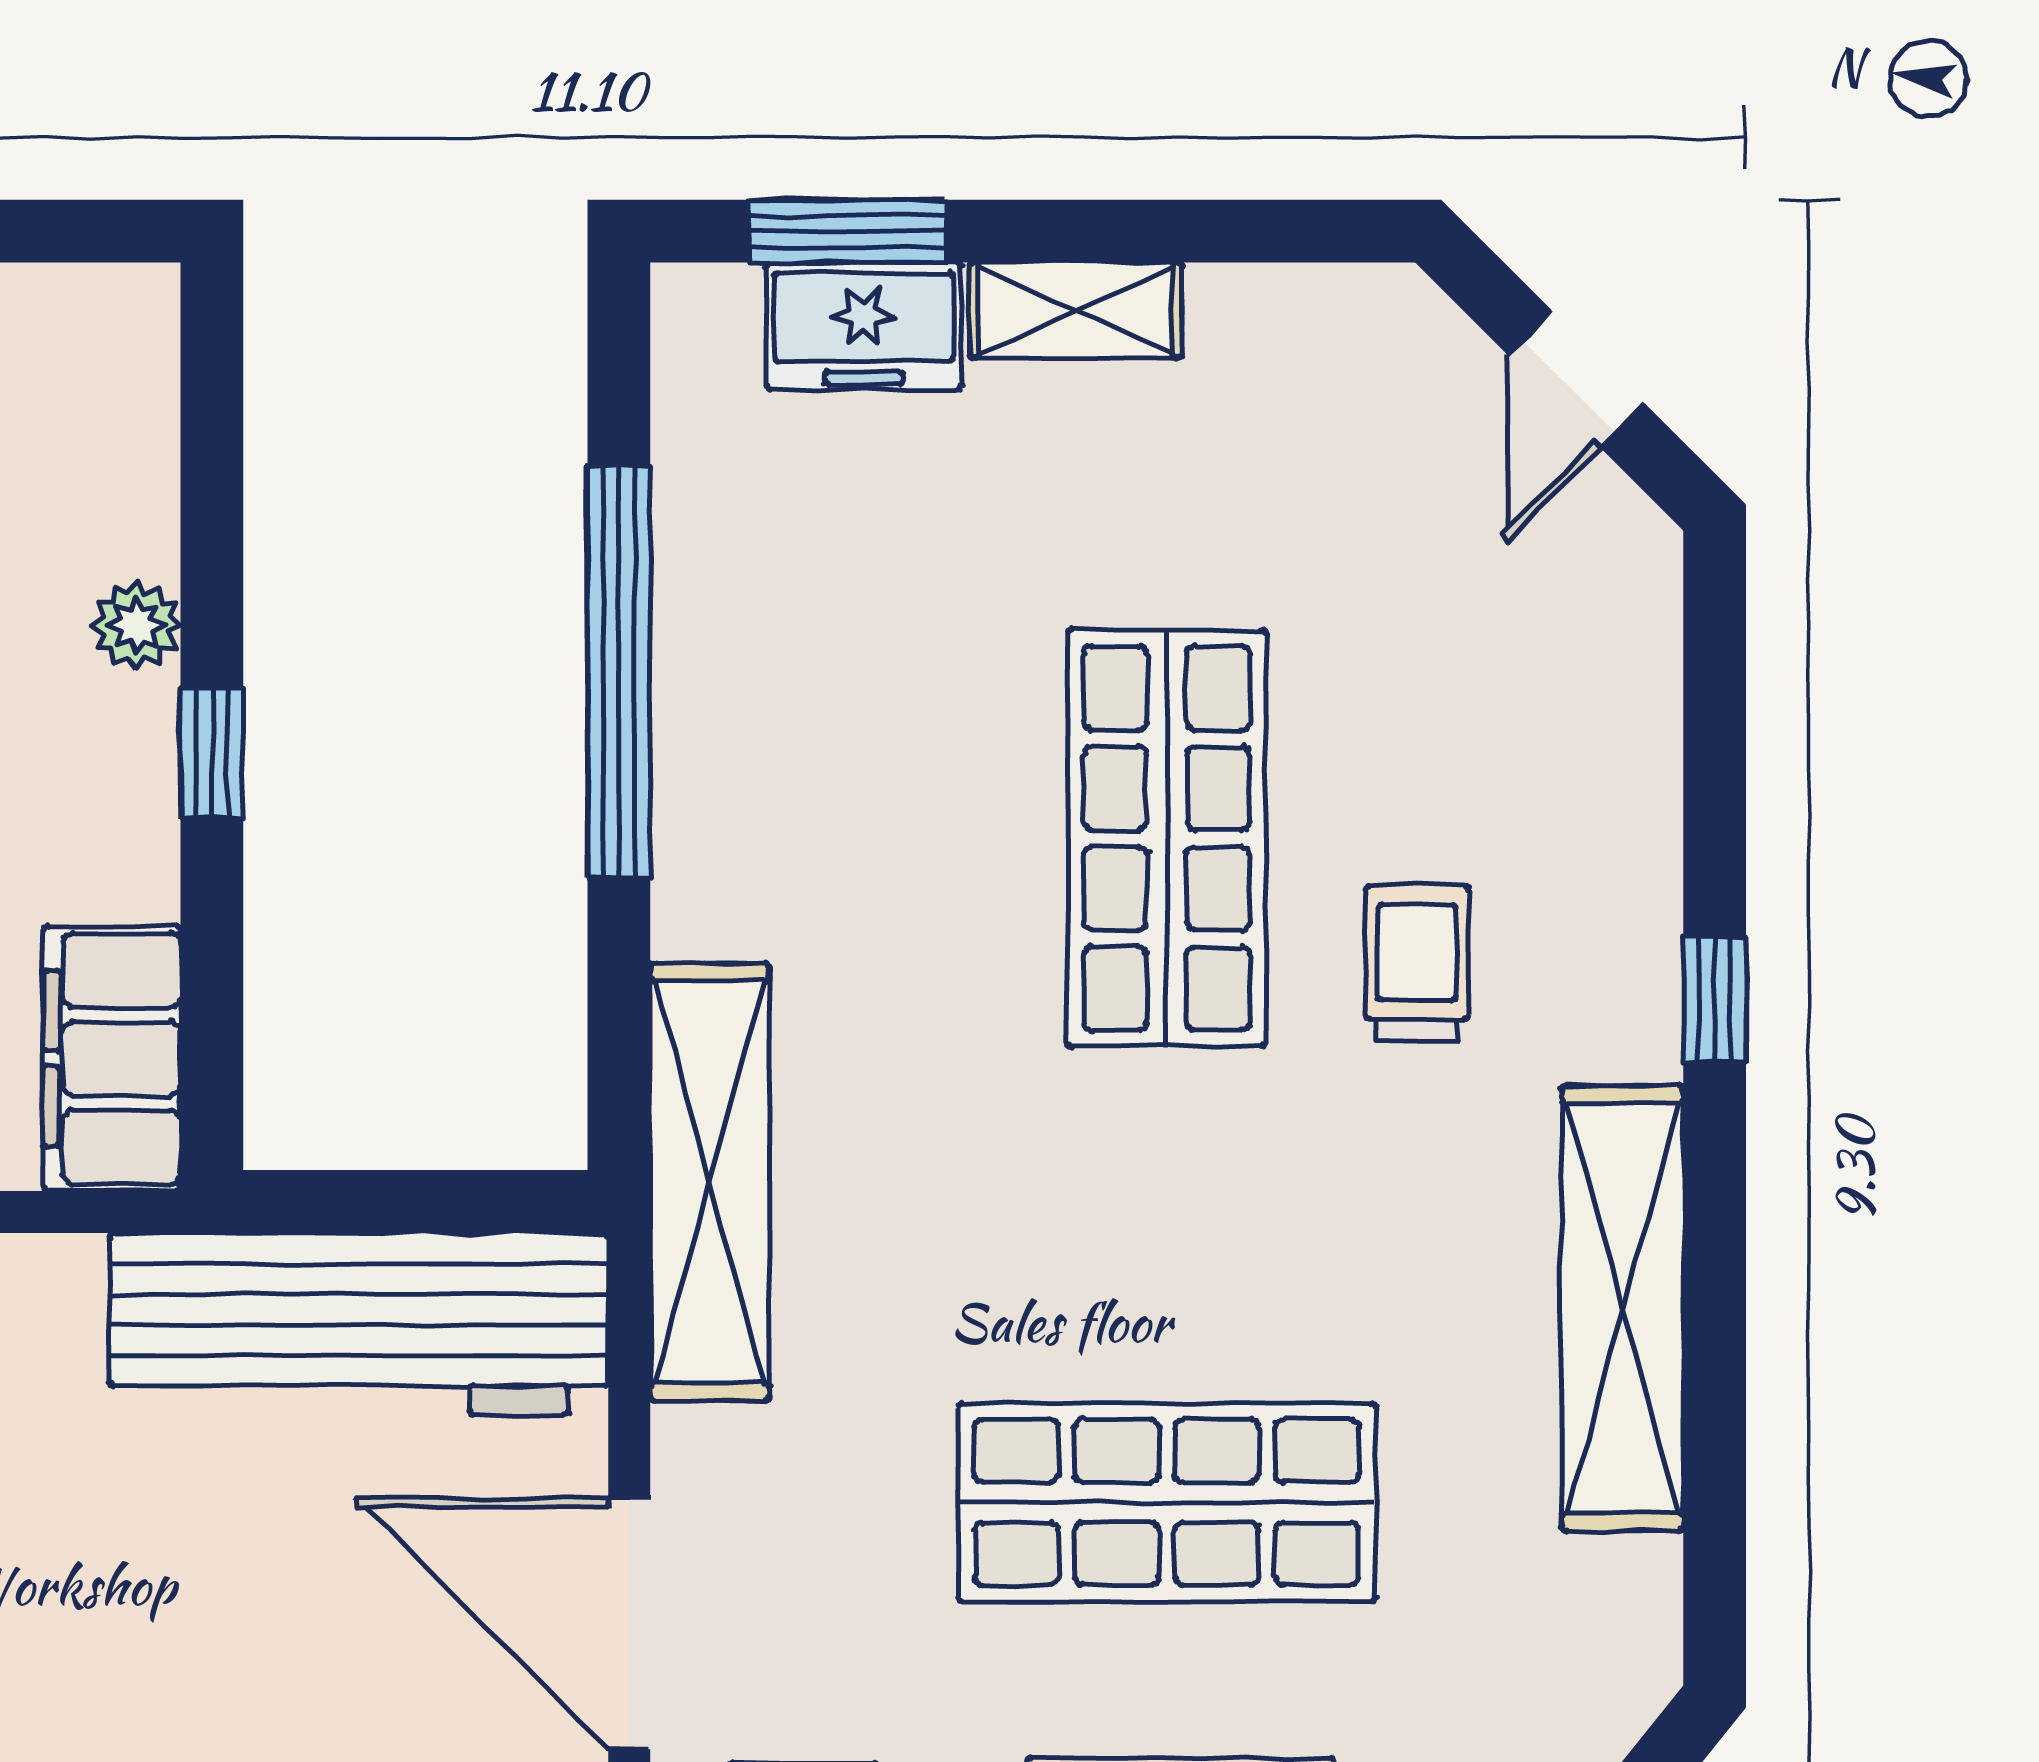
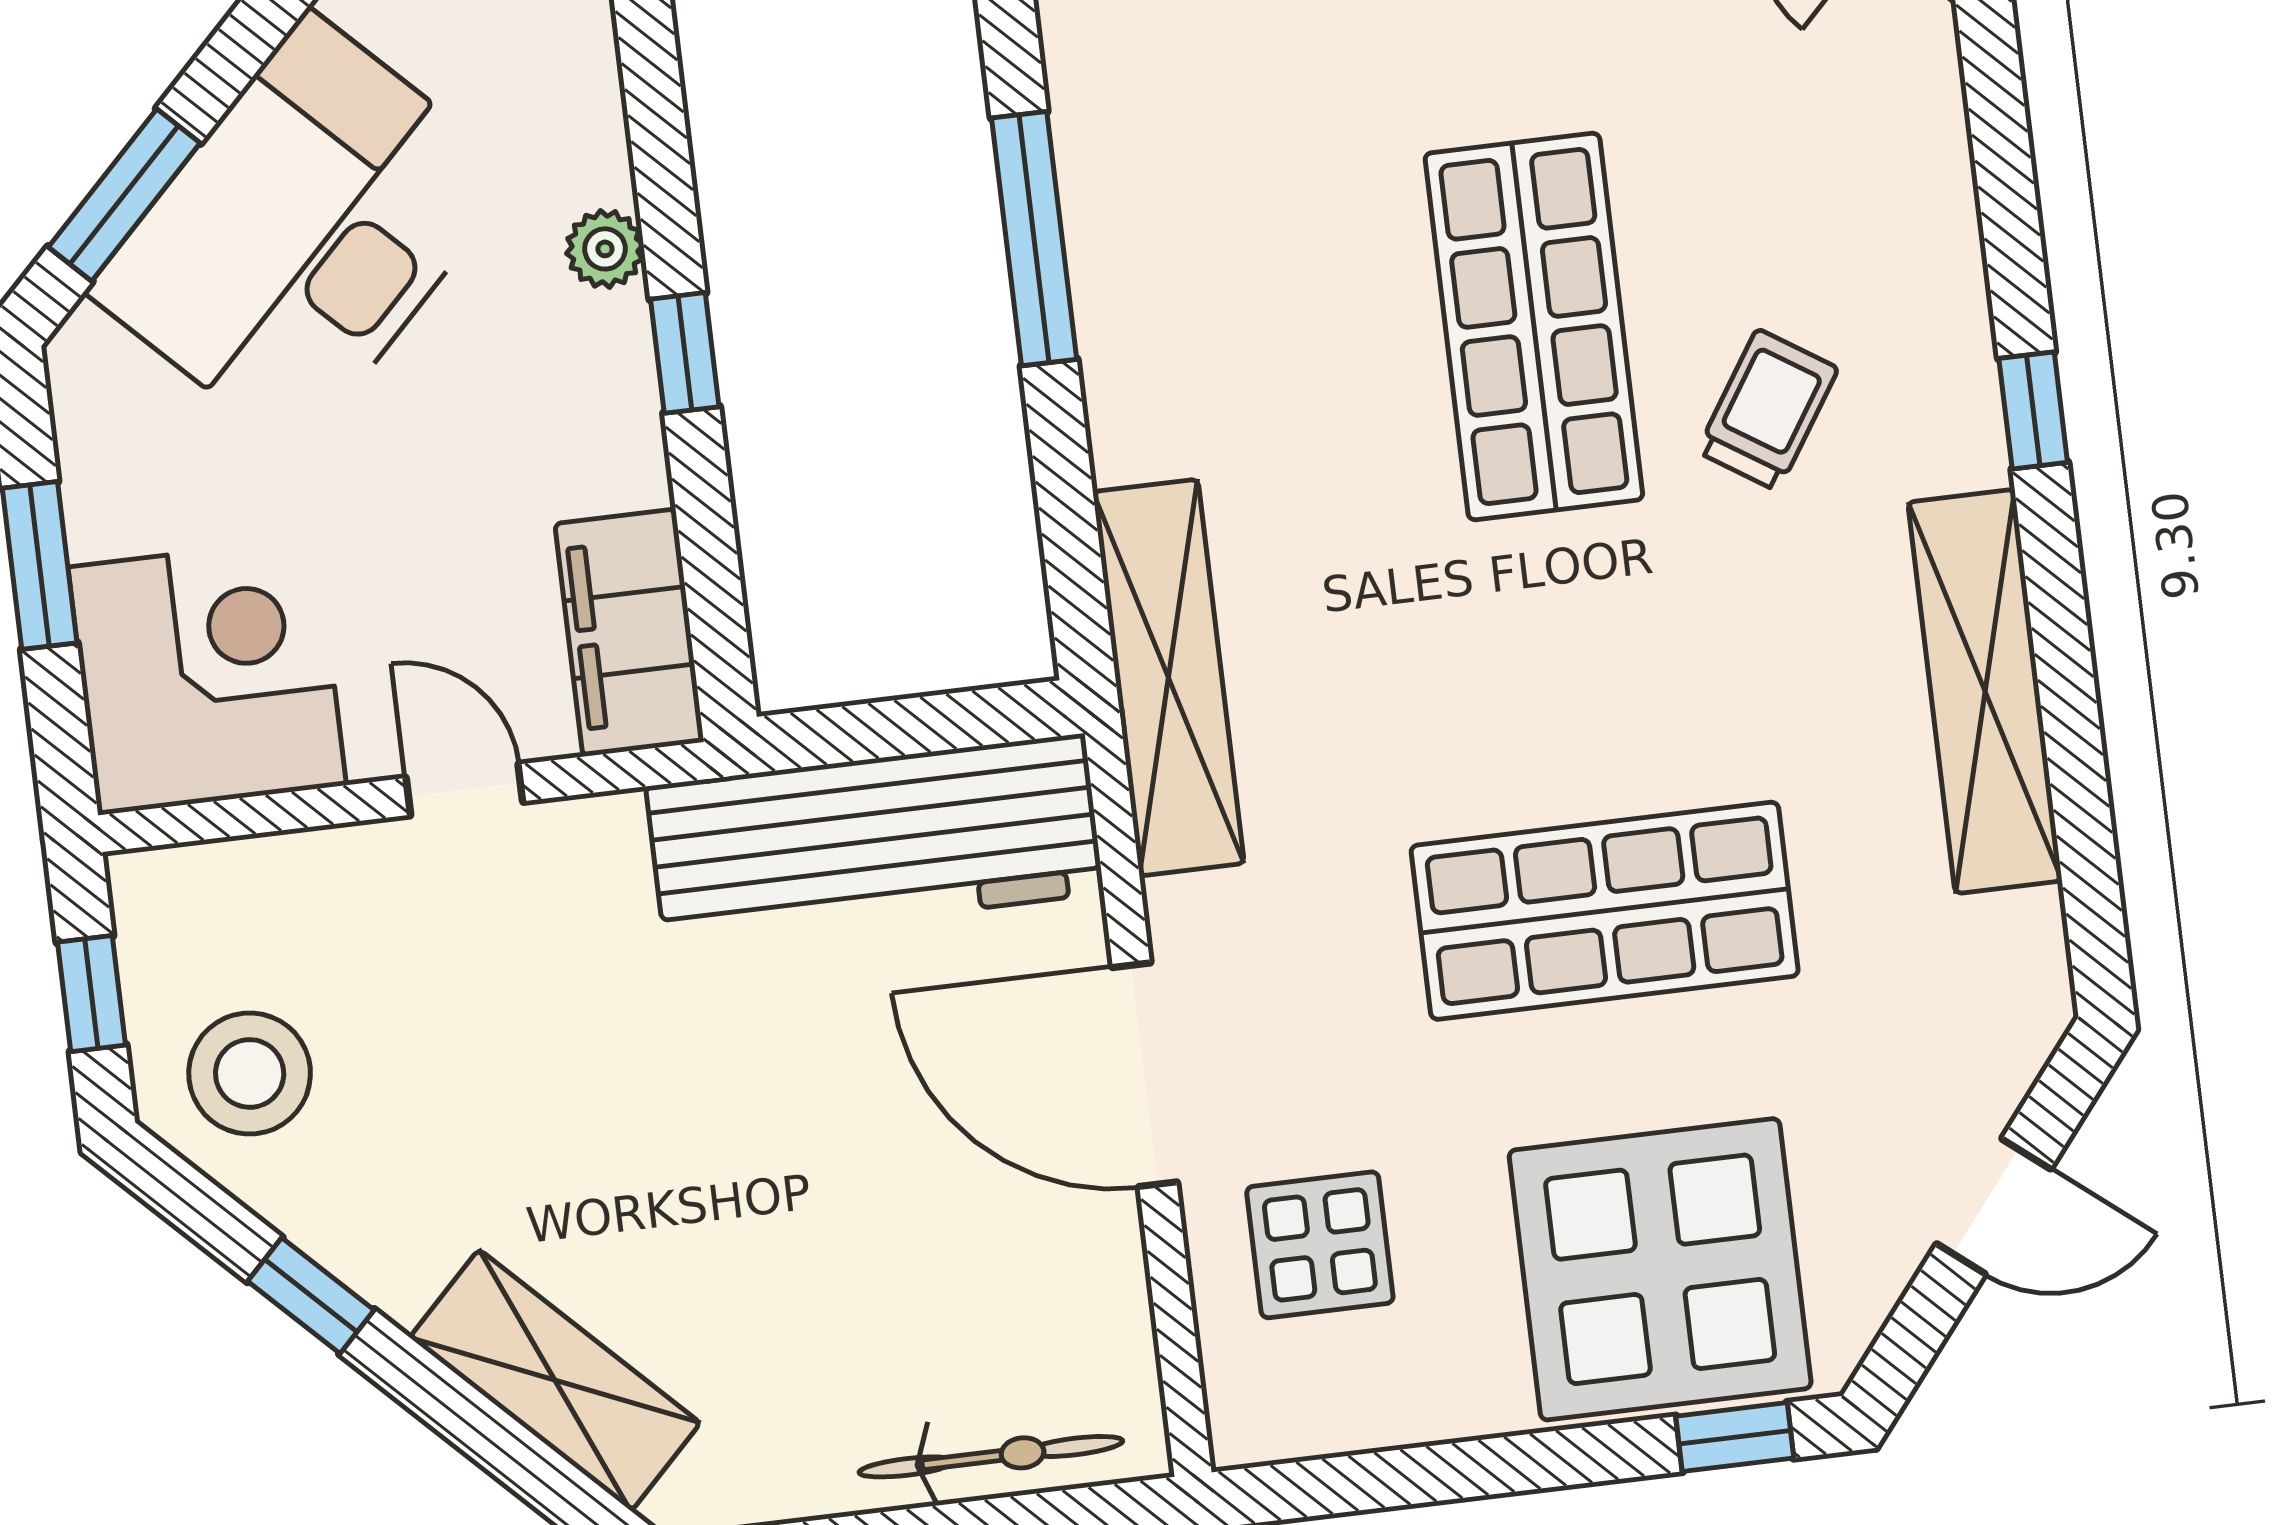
window: (619, 672) -> (1034, 239), width x0.68
trolley: (1417, 963) -> (1767, 410), turned 33

